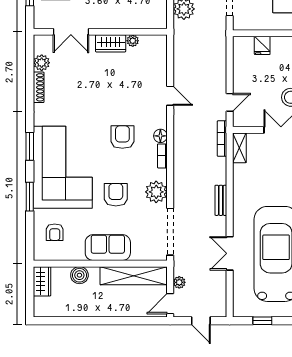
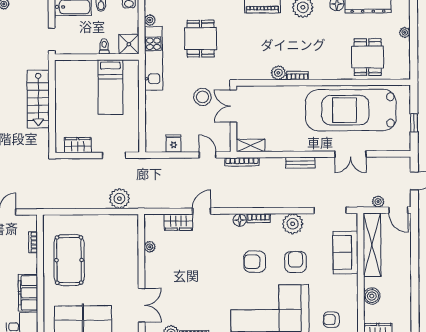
wardrobe: (111, 43) -> (178, 222), moved, turned 90
fridge: (262, 45) -> (174, 143), moved, turned -90
armchair: (122, 137) -> (255, 262), moved
armchair: (116, 195) -> (296, 262), turned 90
armchair: (55, 232) -> (331, 320), turned 180
doorway: (170, 232) -> (330, 210), width x0.73
sofa: (108, 248) -> (345, 253), moved

